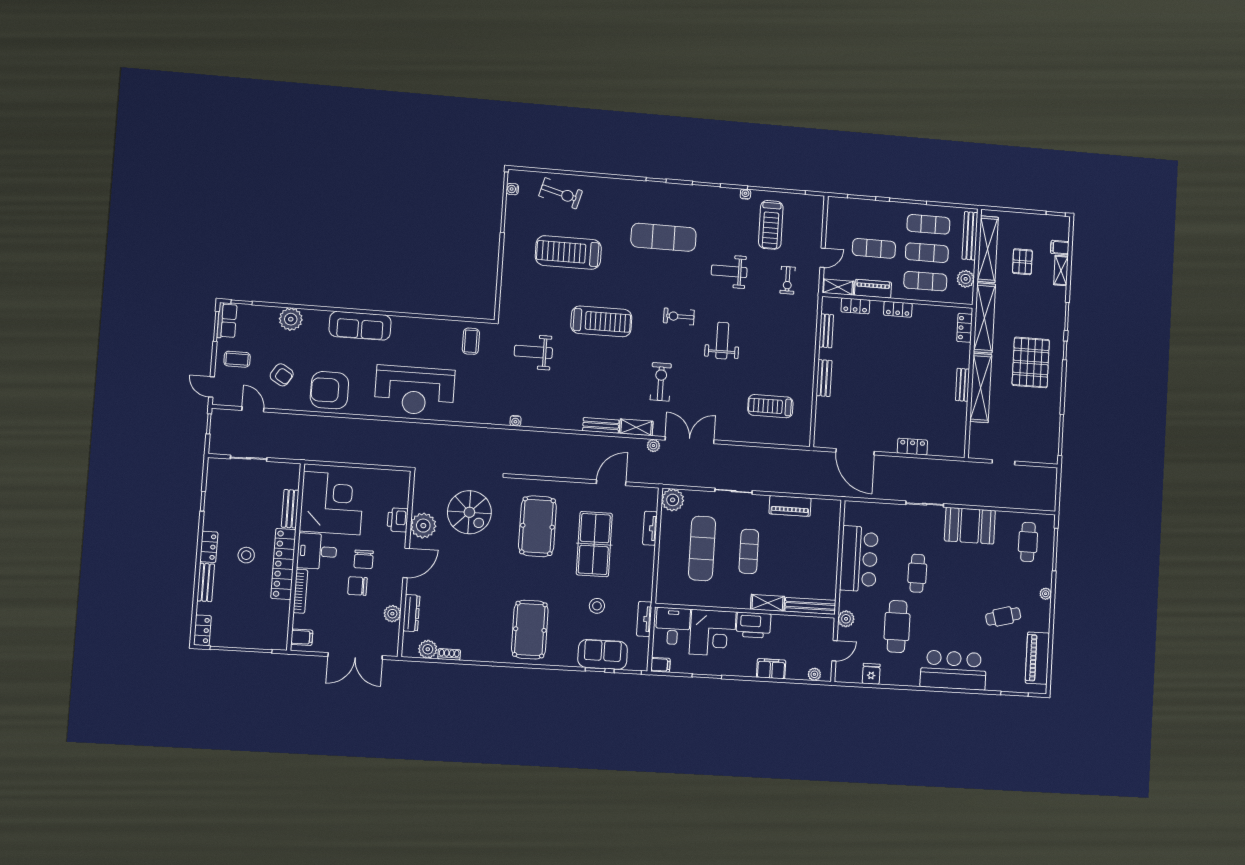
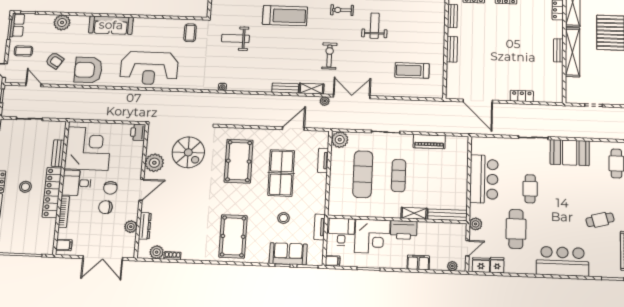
printer: (398, 520) -> (138, 132), moved
fridge: (851, 673) -> (481, 265), added

